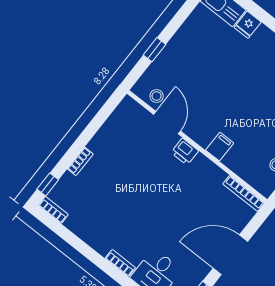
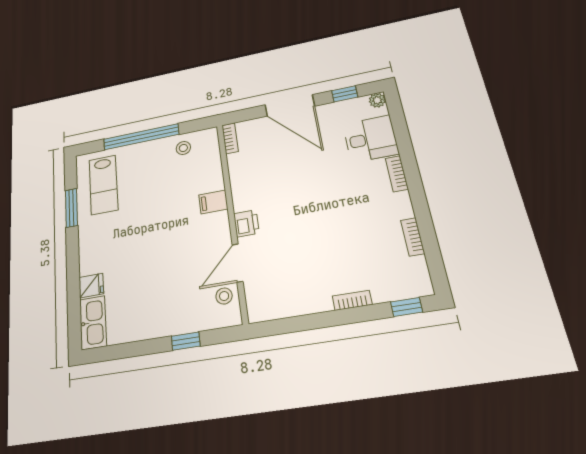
bookcase: (244, 193) -> (230, 138), width x0.64
bookcase: (53, 210) -> (413, 237), moved

